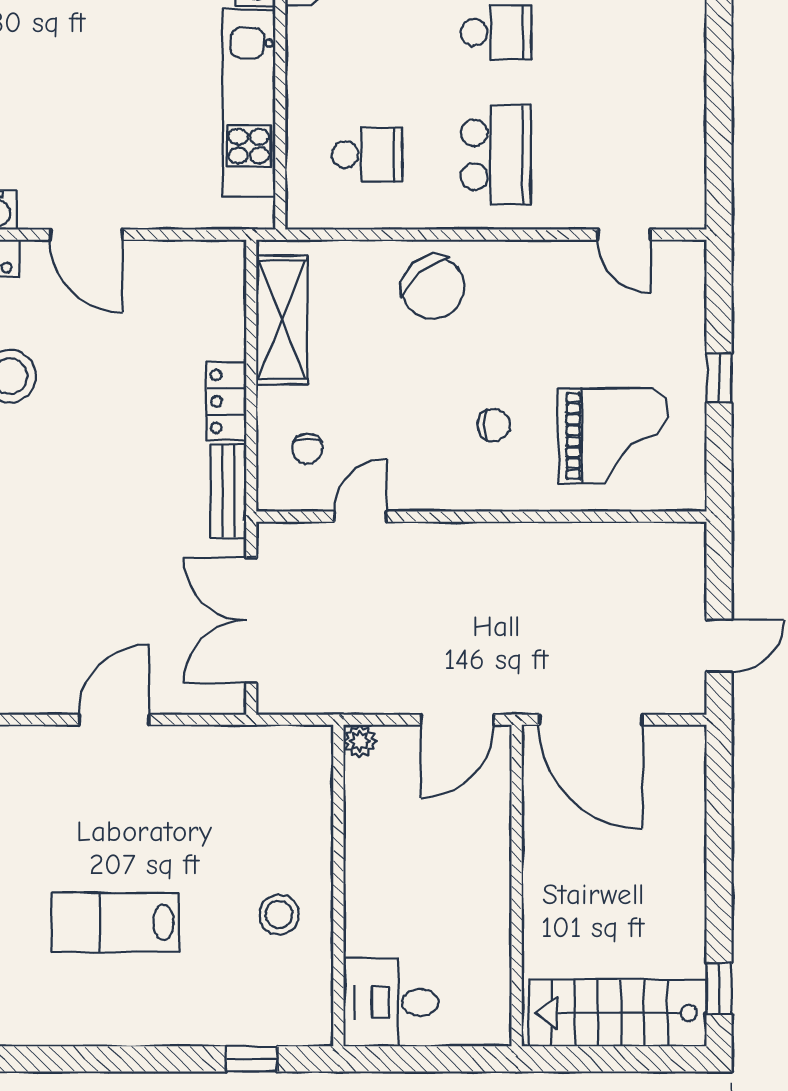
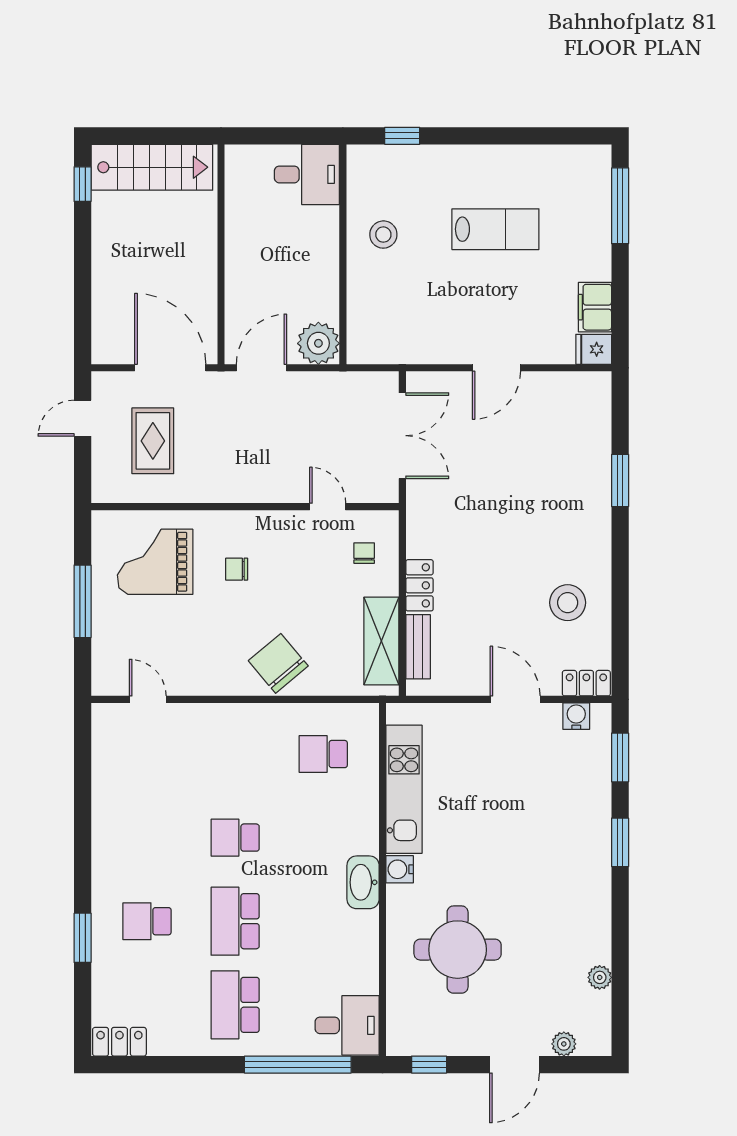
school desk: (496, 155) -> (235, 754), removed
window: (719, 378) -> (83, 601), width x2.17
bench: (228, 491) -> (418, 647), moved
door: (360, 517) -> (328, 507), swing flipped
rug: (616, 613) -> (153, 441), added
plant: (360, 741) -> (318, 343), width x1.87, depth x1.87

